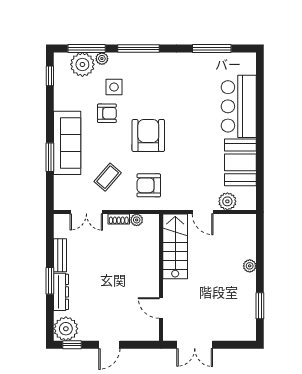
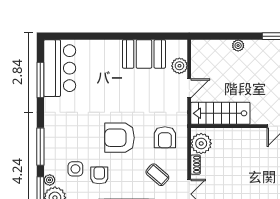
bar counter: (239, 106) -> (60, 68), moved, turned -90
plant: (137, 220) -> (201, 143), width x1.87, depth x1.87

